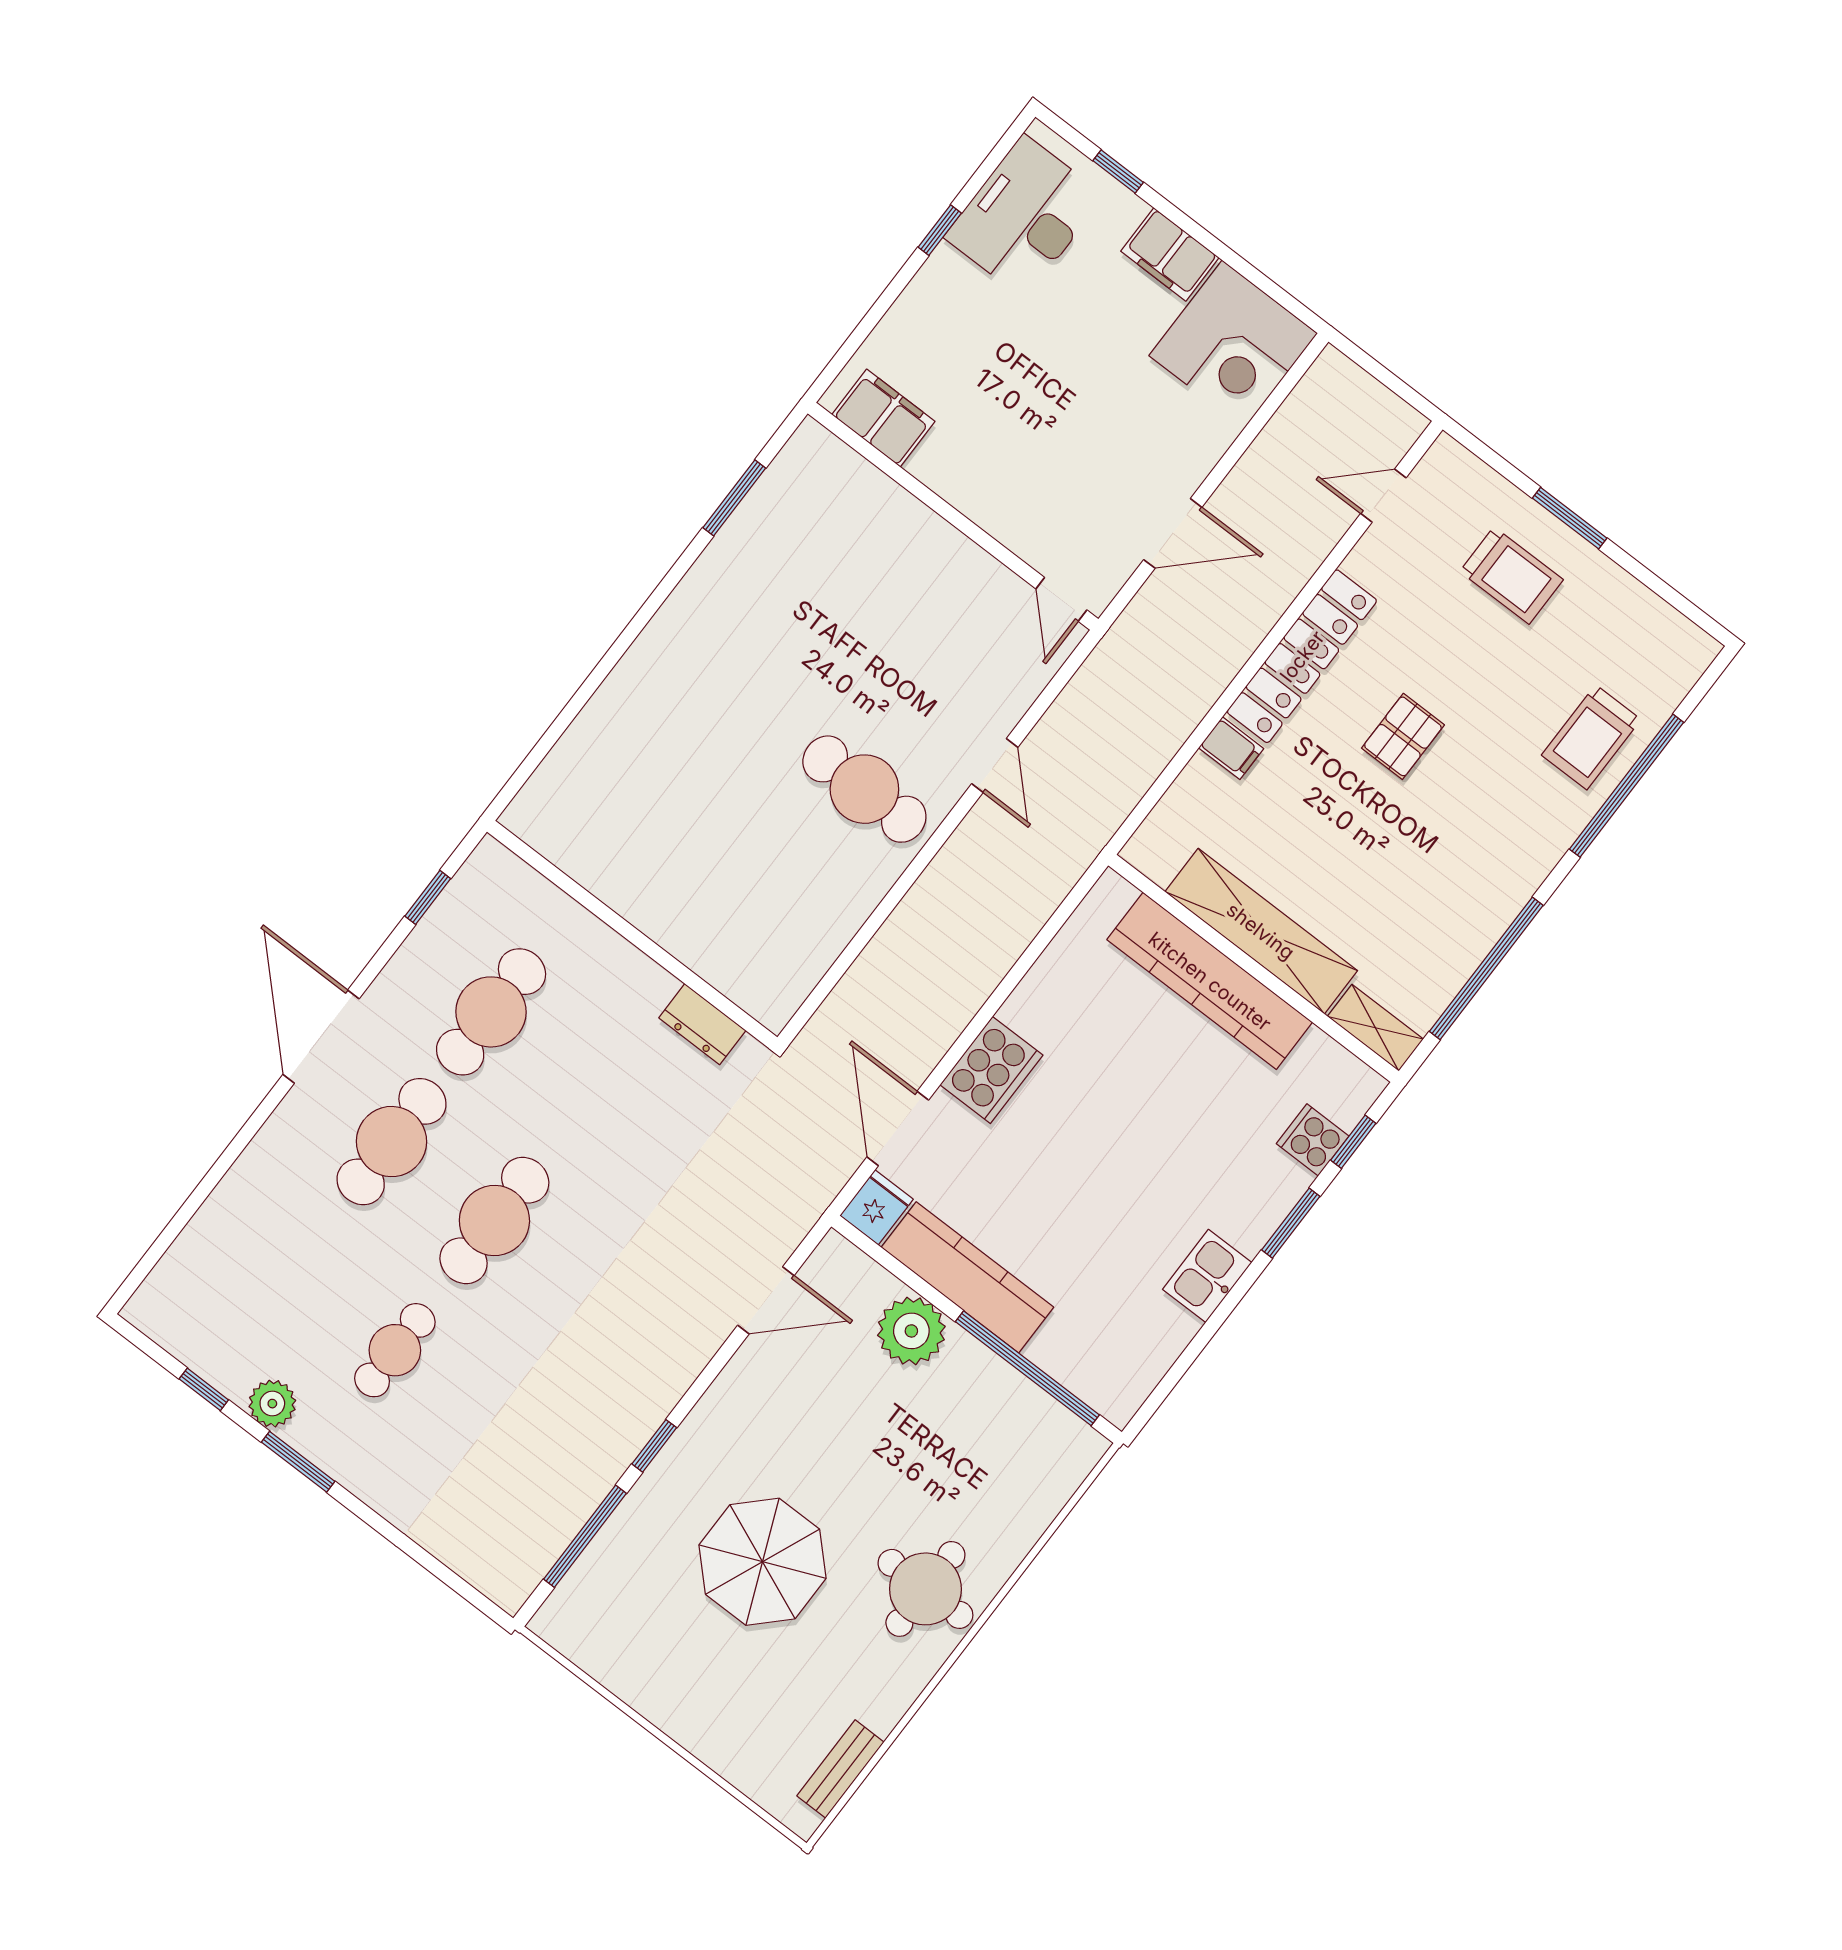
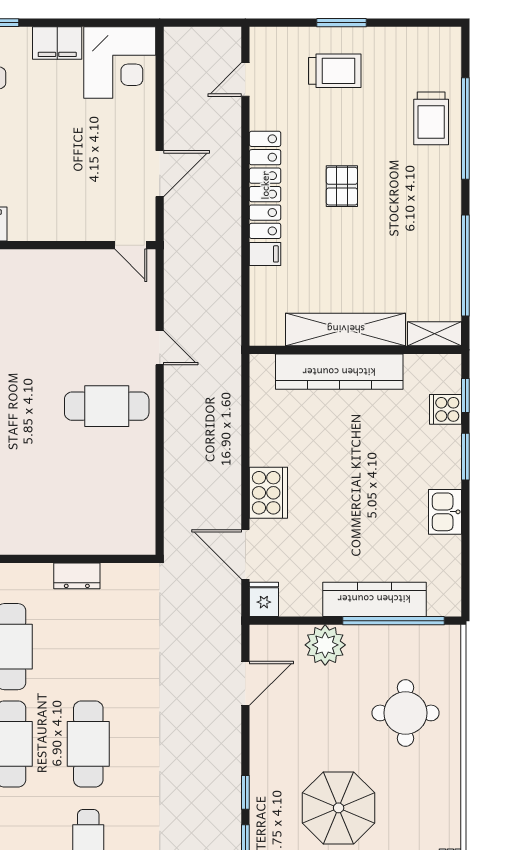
dresser: (702, 1024) -> (77, 576), moved
kitchen counter: (967, 1277) -> (374, 599), moved
round table: (925, 1589) -> (406, 713), moved

